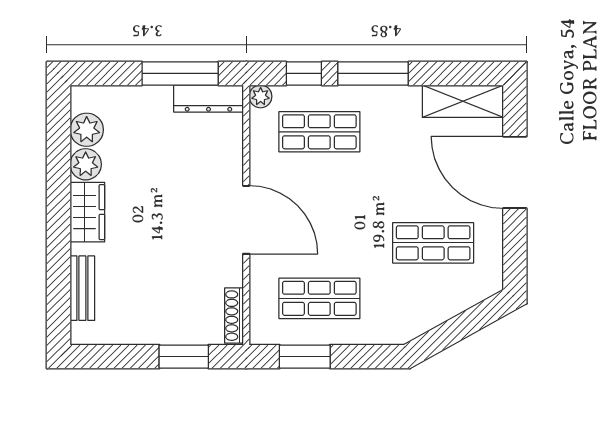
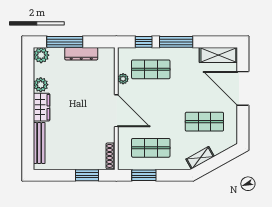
window: (180, 73) -> (65, 42), moved
plant: (261, 96) -> (123, 79), moved
dresser: (208, 99) -> (81, 54), moved
plant: (87, 130) -> (41, 55), moved
bench: (82, 288) -> (39, 143), width x1.36
shelving: (424, 320) -> (200, 158), added

